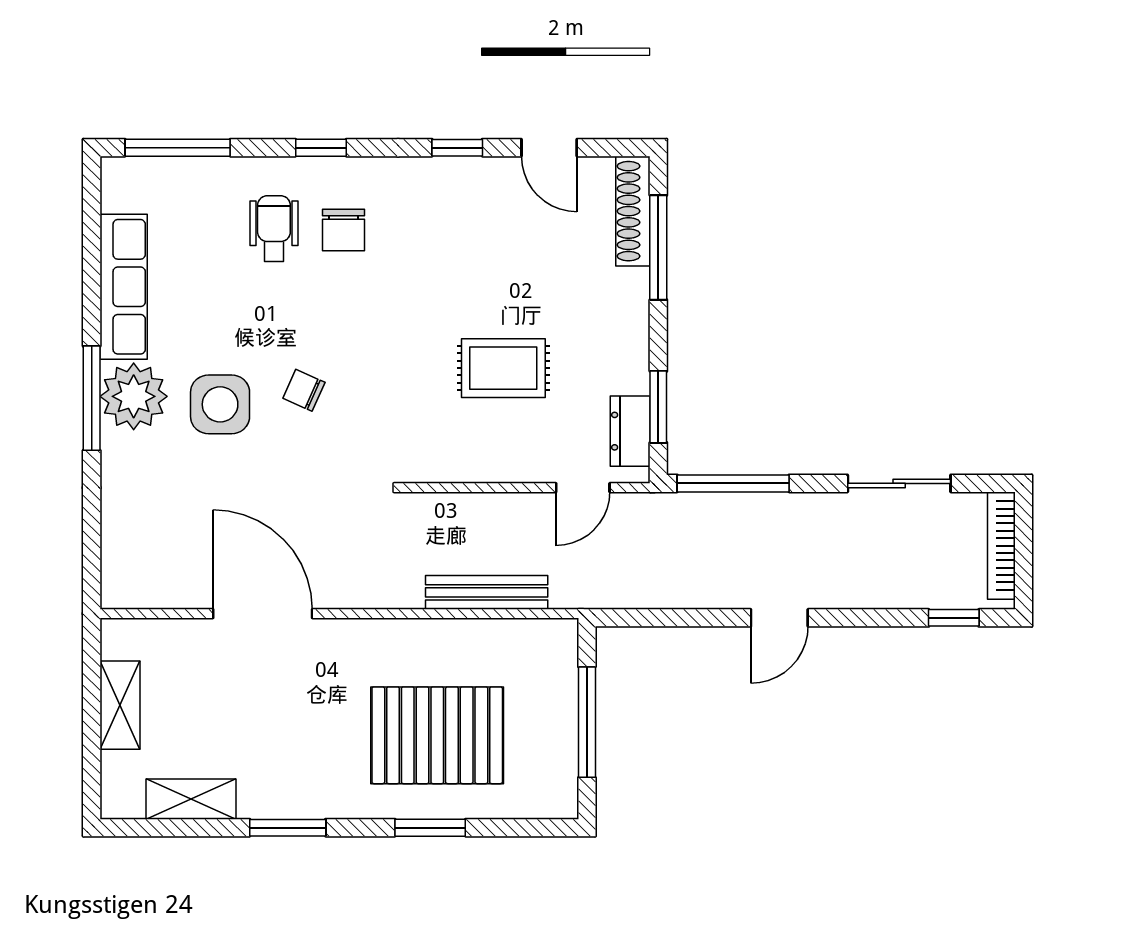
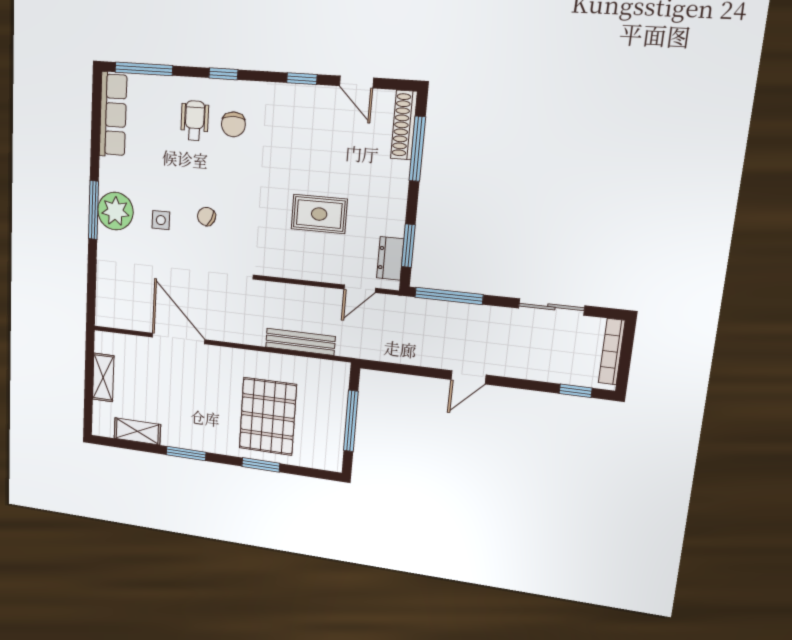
row of seats: (124, 287) -> (113, 115), moved
side table: (220, 404) -> (161, 220), width x0.54, depth x0.54
pallet: (437, 735) -> (268, 416), turned 90

